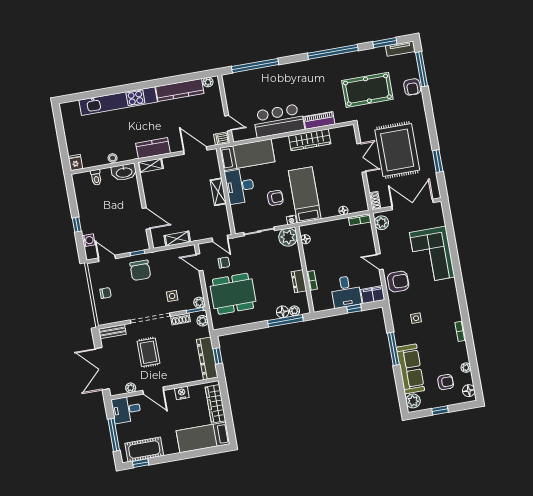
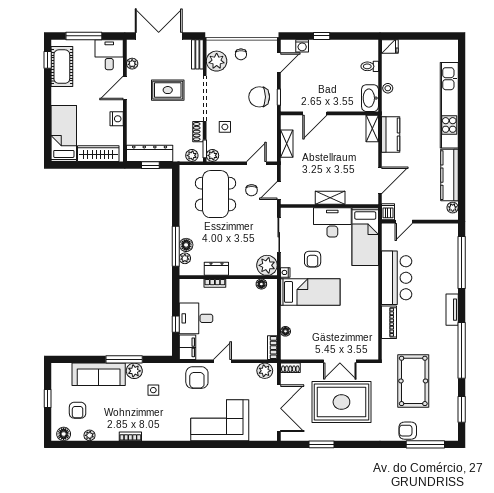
tv unit: (400, 49) -> (452, 310), moved
wardrobe: (310, 140) -> (370, 308), removed
plant: (115, 314) -> (217, 61), added
plant: (413, 401) -> (134, 371), moved

